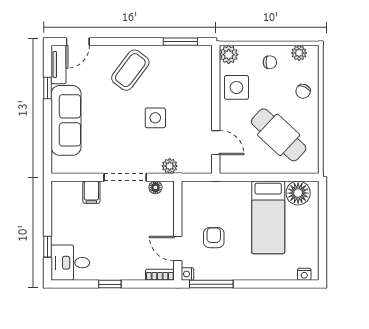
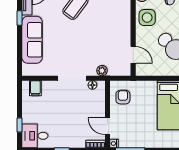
side table: (155, 118) -> (92, 38), removed
filing cabinet: (91, 192) -> (35, 88), moved
armchair: (214, 238) -> (123, 97), moved

